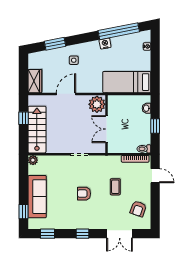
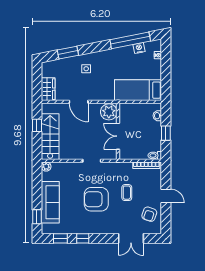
nightstand: (105, 44) -> (139, 48), moved
door: (66, 94) -> (79, 102), swing flipped
door: (155, 176) -> (166, 196), moved
armchair: (84, 194) -> (96, 199), width x1.88, depth x1.88
window: (83, 234) -> (83, 238), moved

